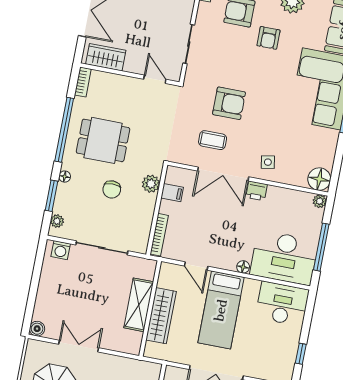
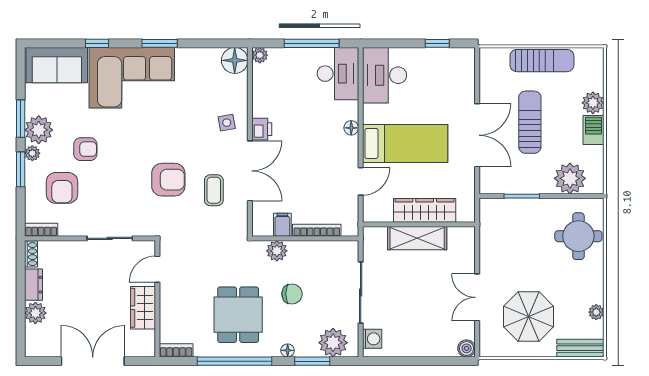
wardrobe: (106, 57) -> (143, 308), moved
armchair: (229, 103) -> (168, 180), turned 90
plant: (57, 221) -> (333, 343), width x1.88, depth x1.88
bookcase: (159, 235) -> (317, 230), moved
desk: (284, 258) -> (338, 74), width x0.73, depth x0.77

